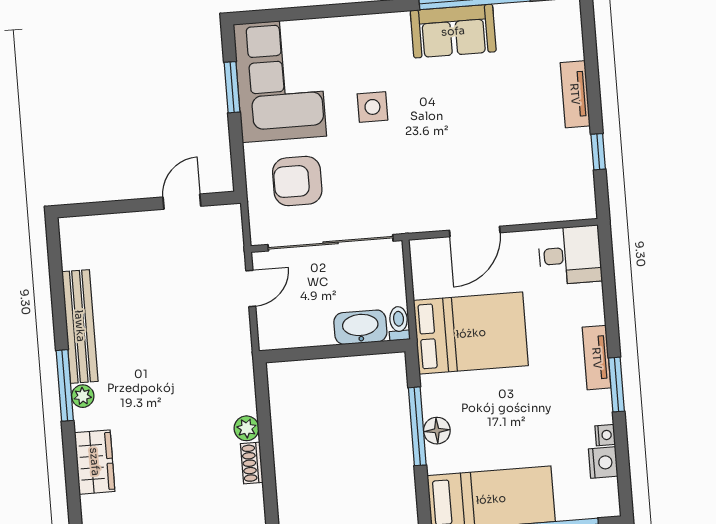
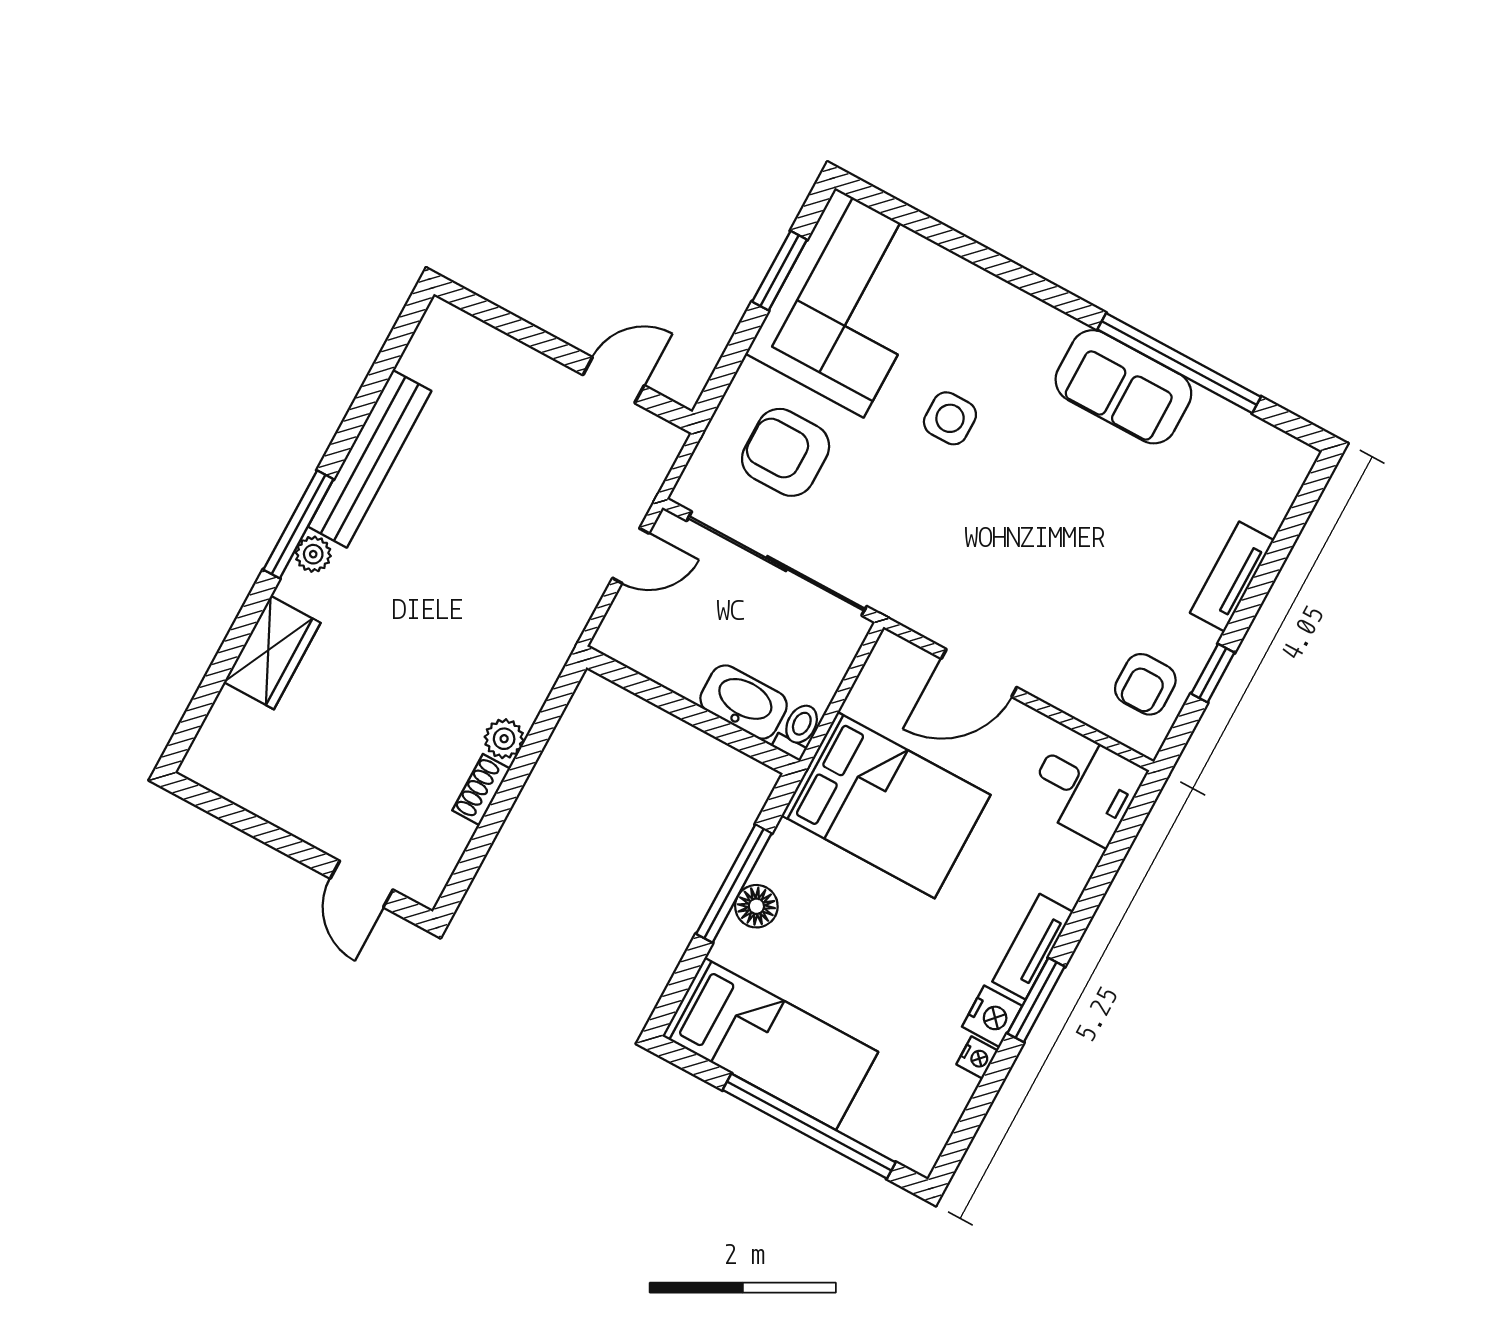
armchair: (566, 181) -> (1145, 684), added
nightstand: (603, 463) -> (992, 1016), moved

